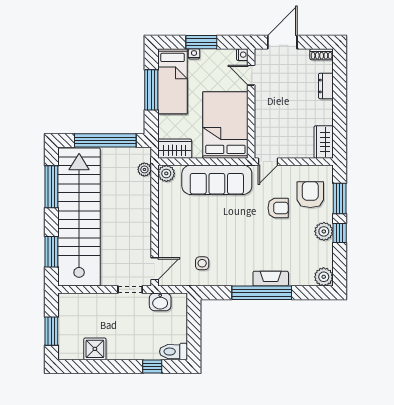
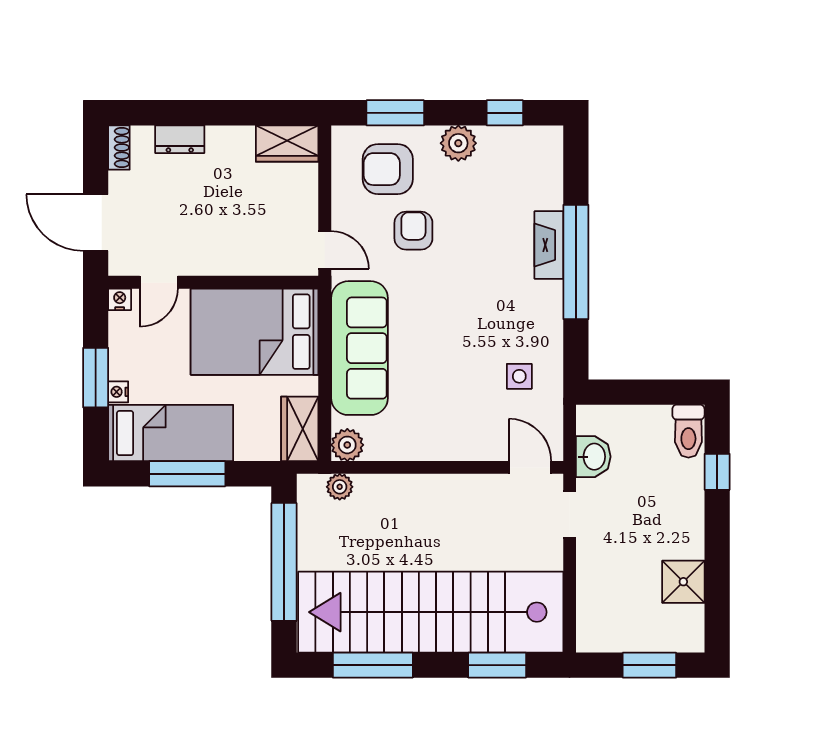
window: (340, 233) -> (505, 113), moved
plant: (324, 277) -> (545, 143), removed

